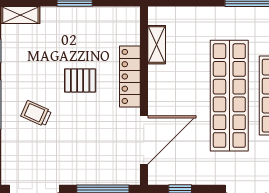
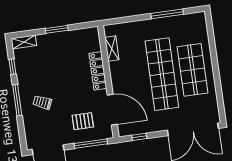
pallet: (80, 80) -> (83, 121), moved
door: (144, 140) -> (112, 110), hinge flipped

